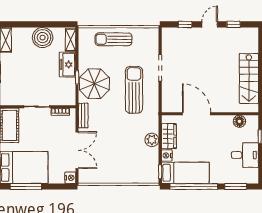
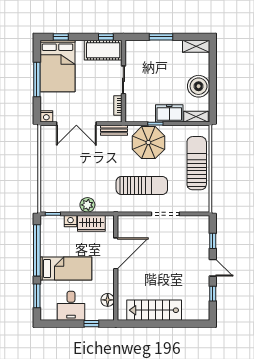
sun lounger: (113, 39) -> (197, 163), width x1.36, depth x1.34
bed: (185, 173) -> (66, 269), moved, turned -90
window: (26, 187) -> (37, 79), moved

